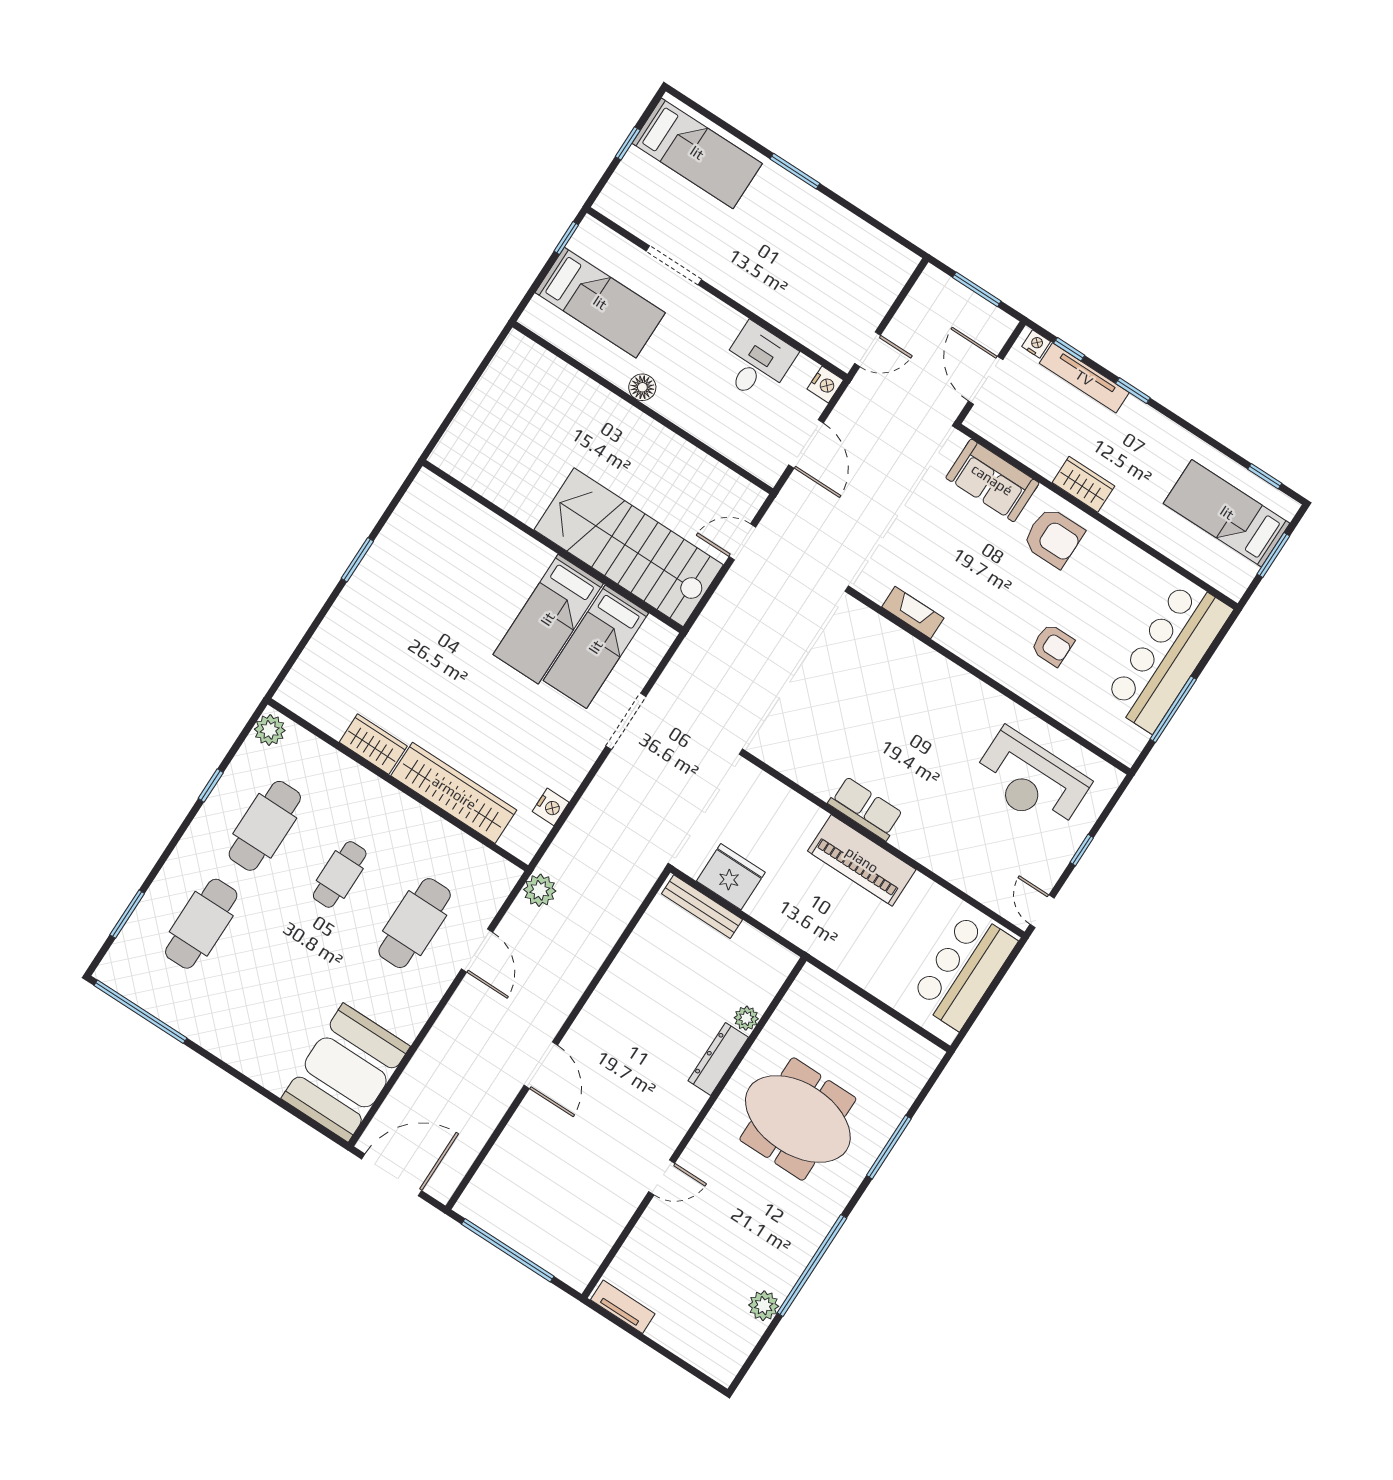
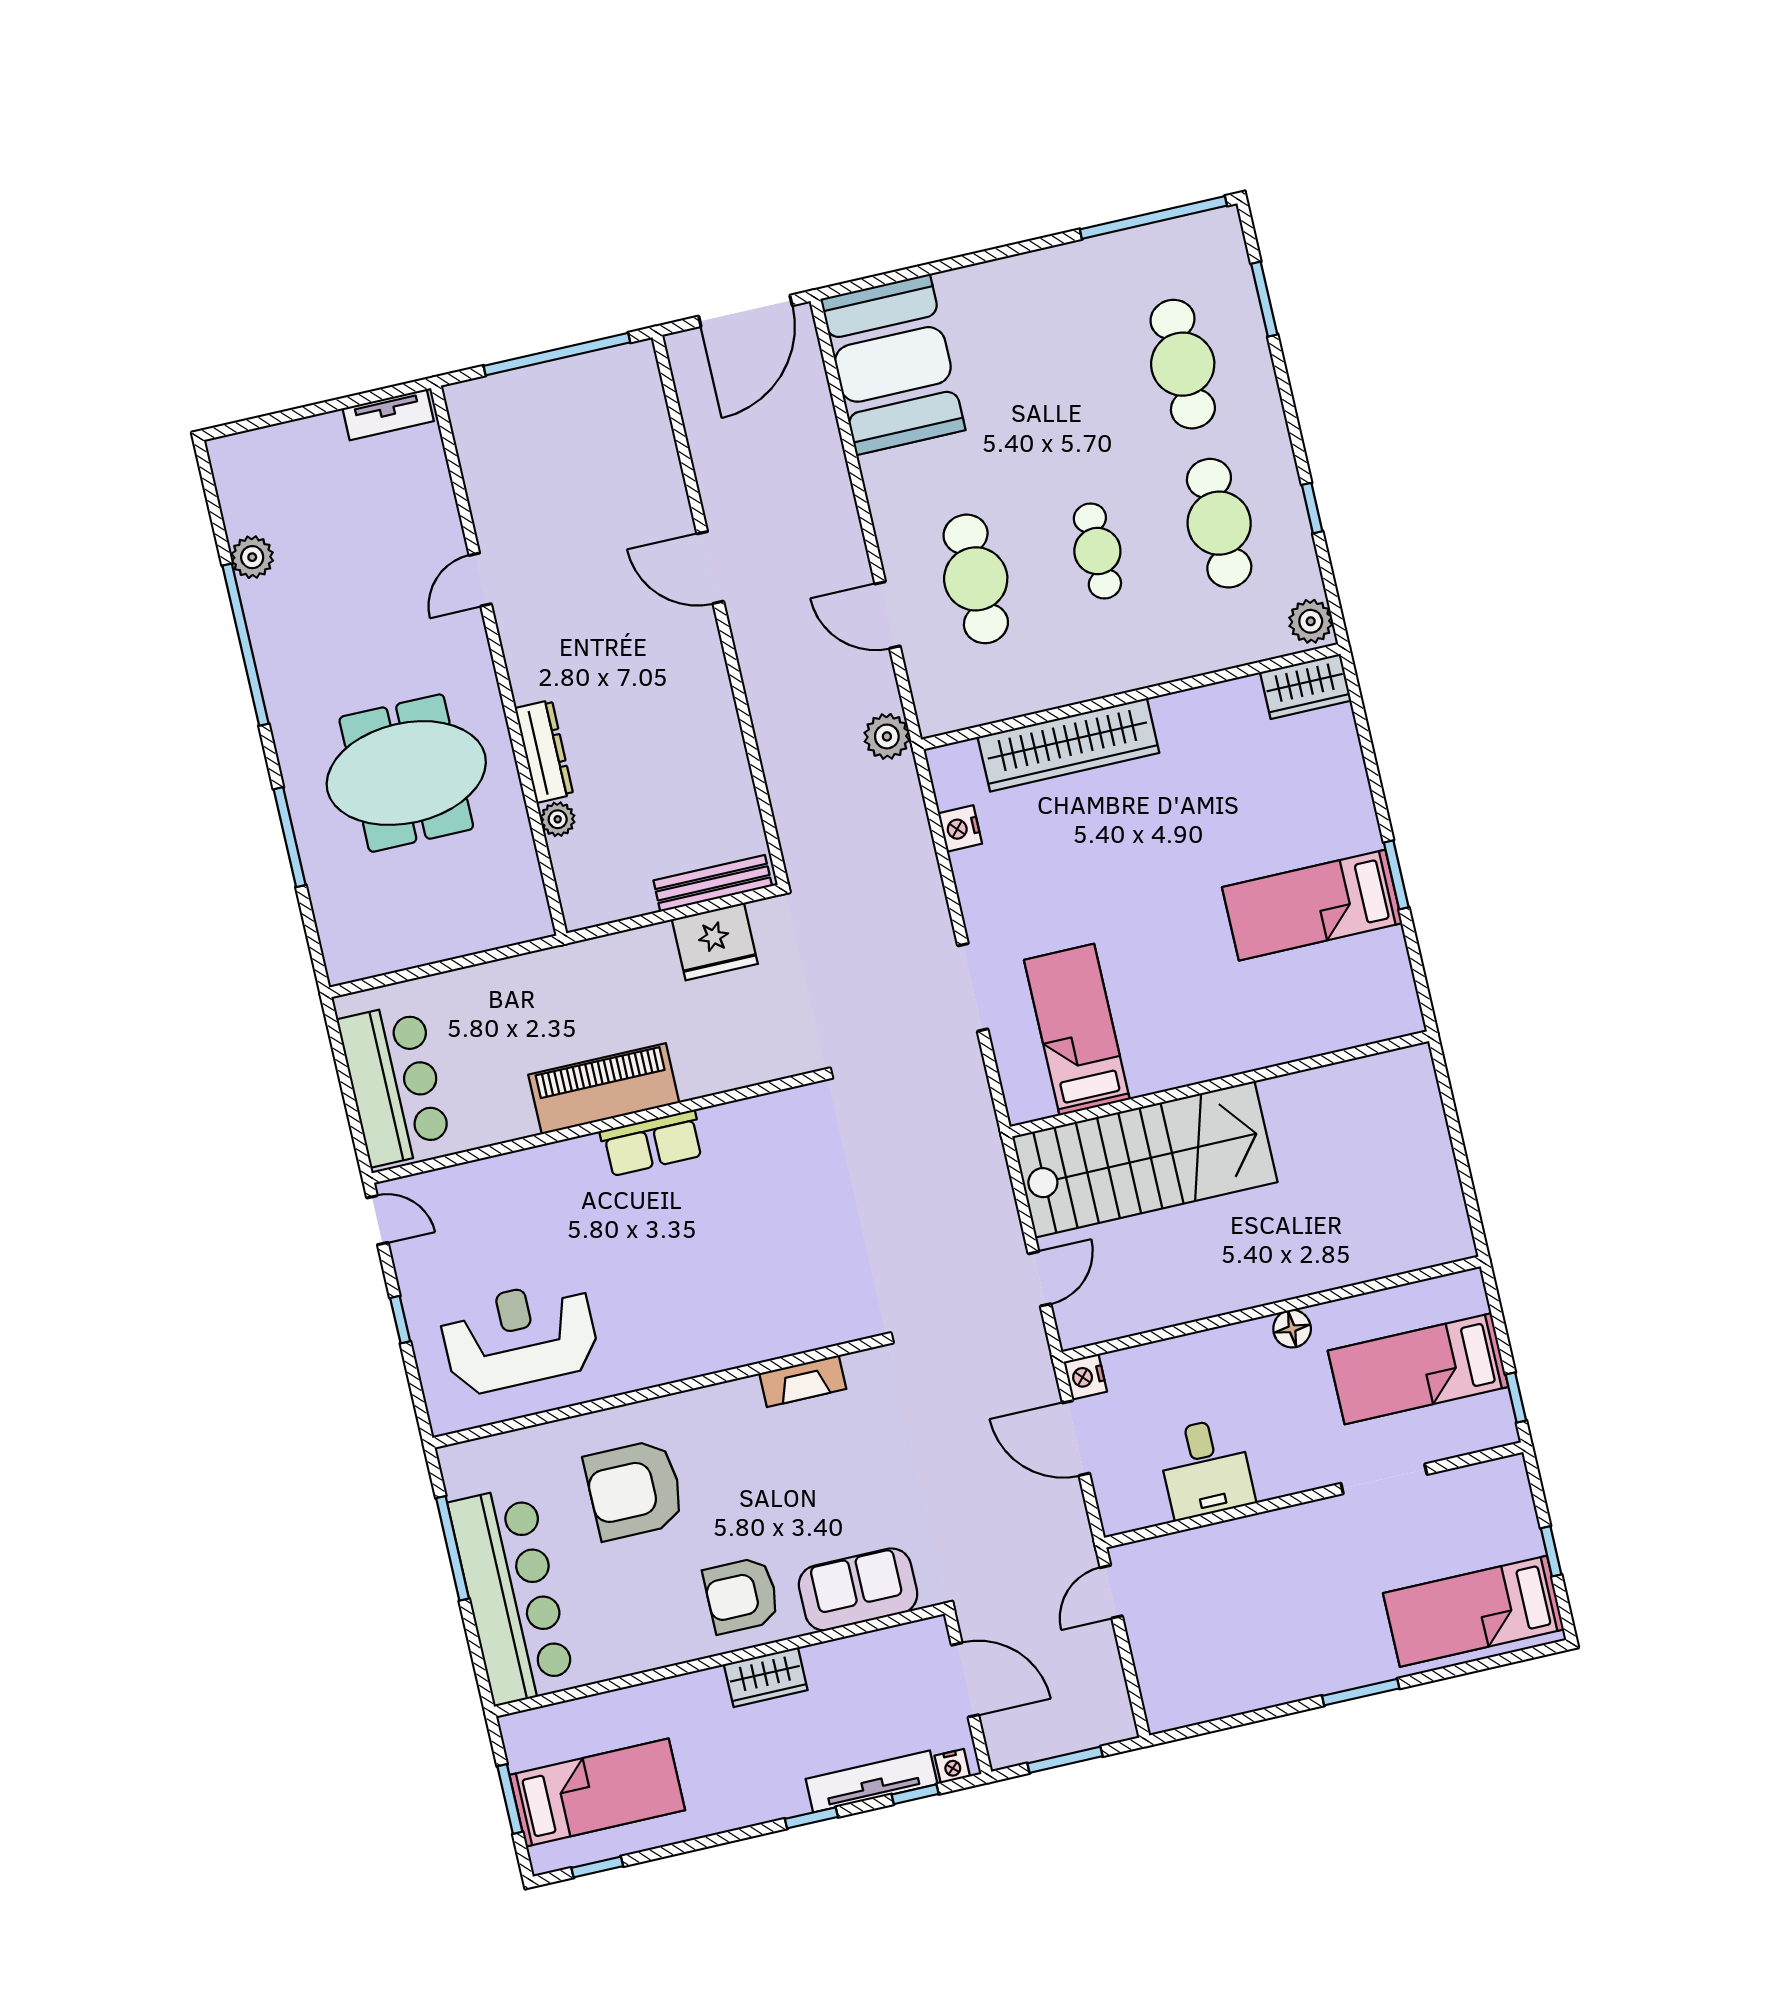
nightstand: (825, 384) -> (1085, 1377), moved
bed: (548, 619) -> (1312, 905), moved, turned -90
armchair: (1052, 645) -> (634, 1490), width x1.88, depth x1.88
wardrobe: (373, 744) -> (1306, 686), moved

